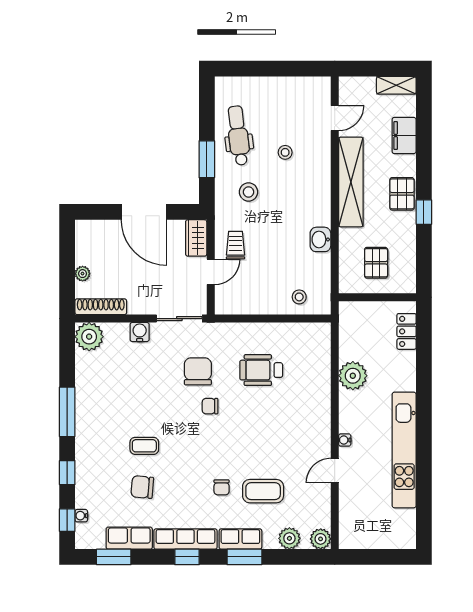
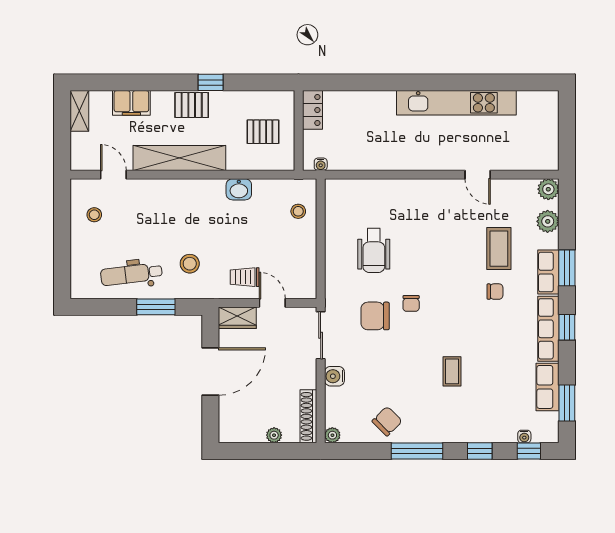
stool: (285, 152) -> (94, 215), moved
locker: (407, 331) -> (312, 110), moved, turned -90
plant: (89, 337) -> (332, 435), width x0.53, depth x0.53
plant: (353, 376) -> (380, 156), removed
water cooler: (345, 440) -> (321, 164), moved
chair: (142, 487) -> (387, 421), moved, turned -140

